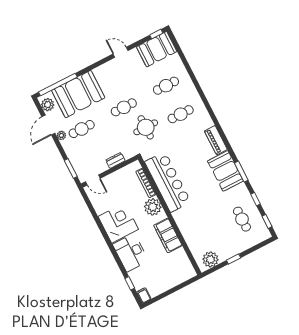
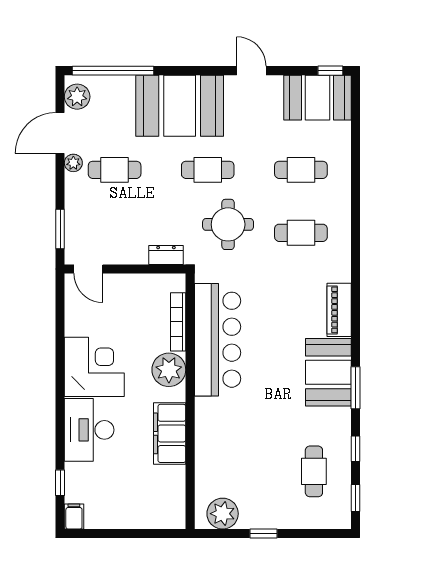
booth: (78, 94) -> (180, 106), moved
dresser: (115, 160) -> (166, 255), moved

